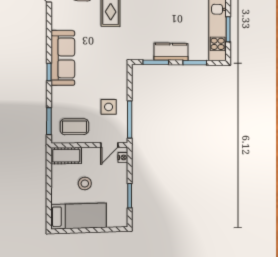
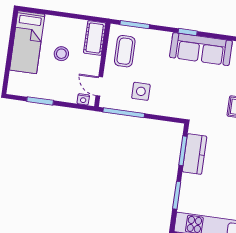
kitchen counter: (171, 52) -> (195, 154), moved

